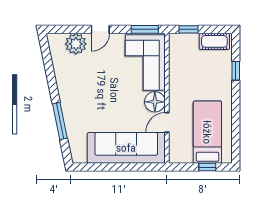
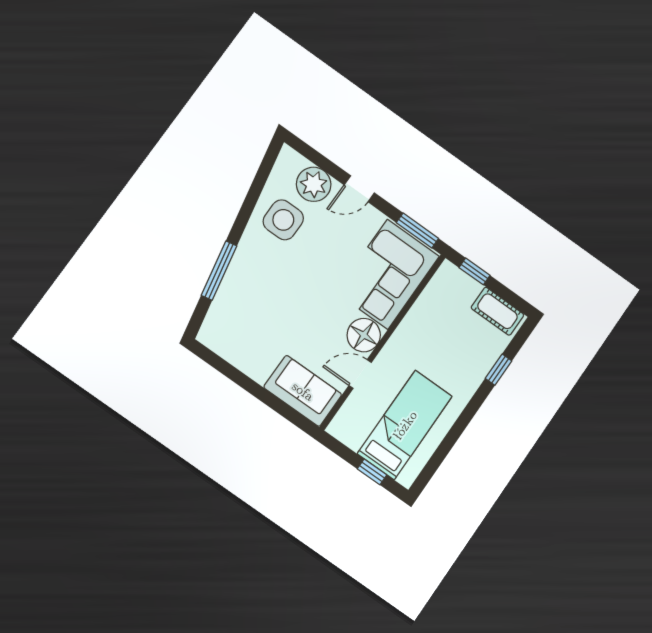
side table: (74, 73) -> (283, 220), added
sofa: (126, 148) -> (303, 391), width x0.54, depth x0.79

